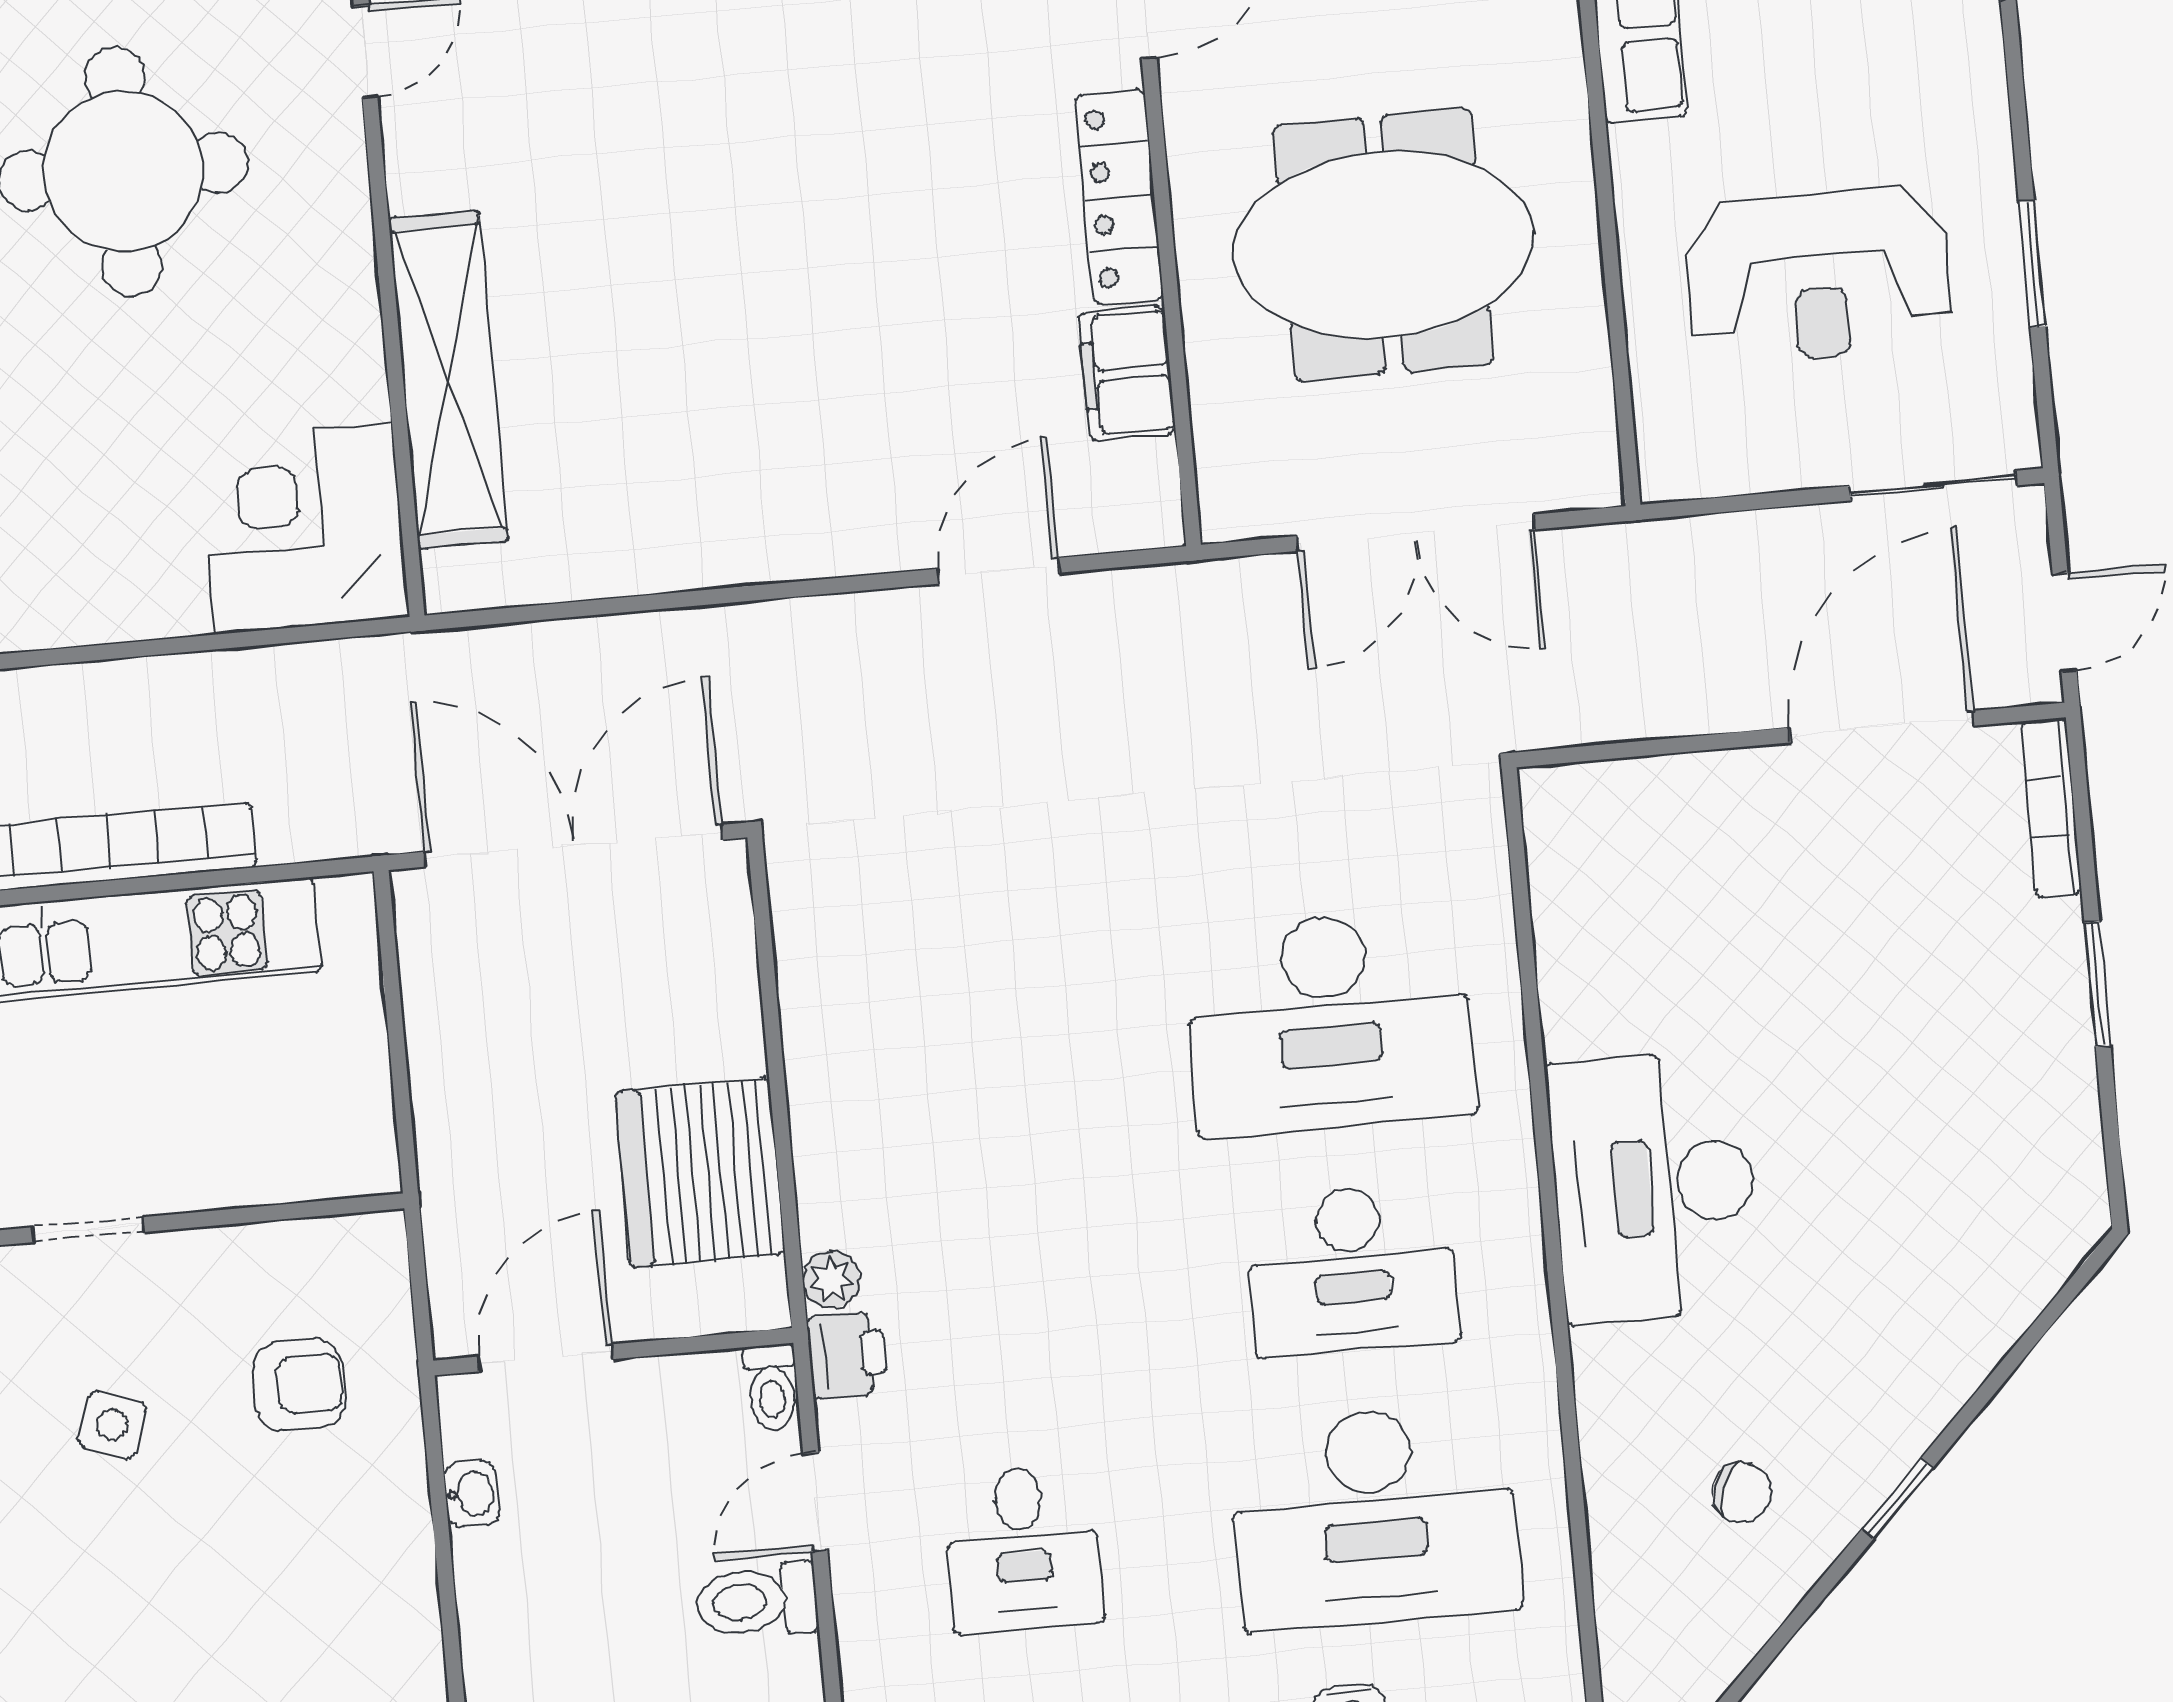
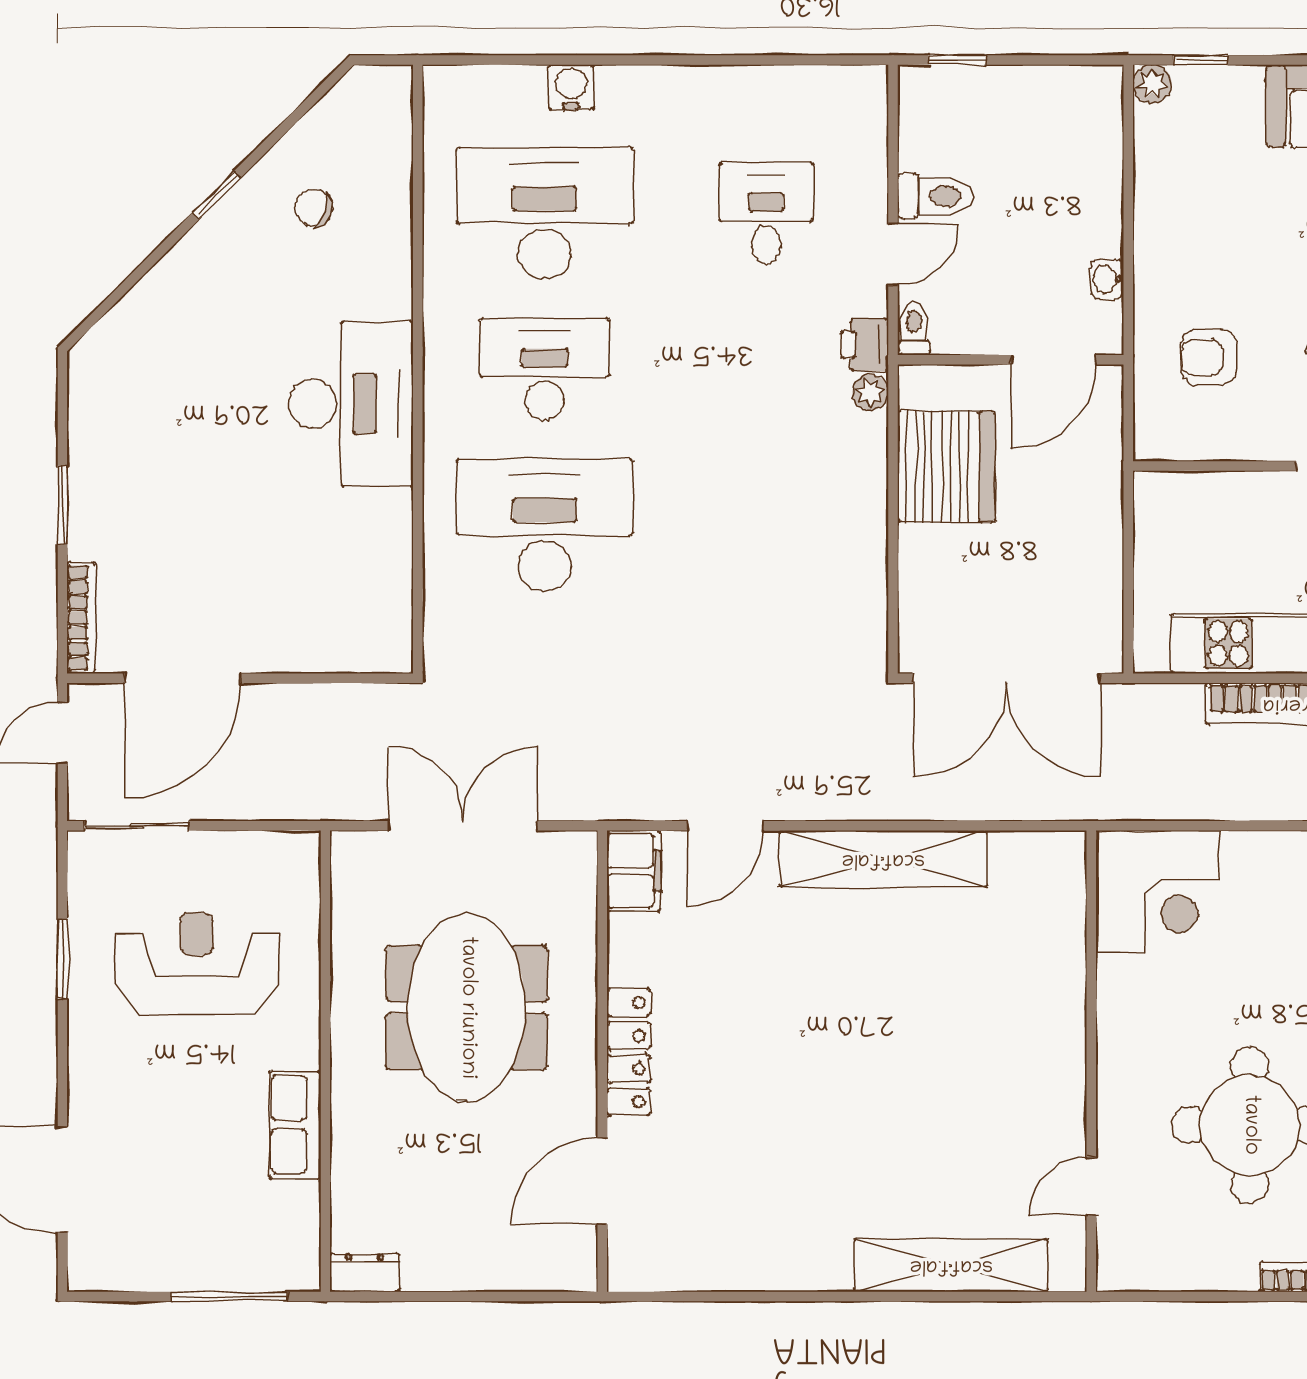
meeting table: (1383, 245) -> (467, 1008), turned 90
filing cabinet: (1127, 373) -> (634, 871), moved
shelving: (448, 380) -> (883, 859), moved, turned 90

